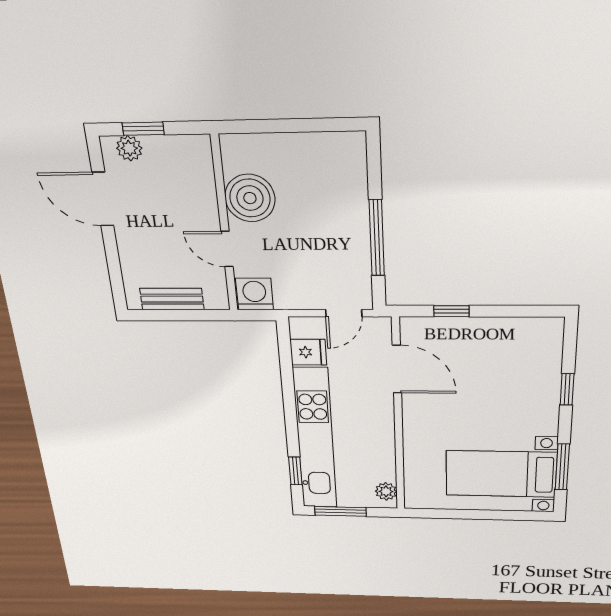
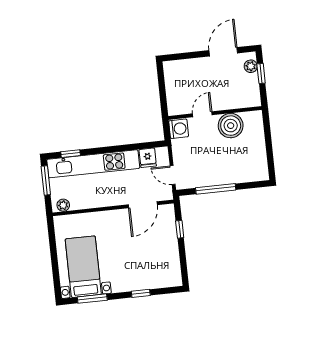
bench: (172, 299) -> (171, 85), removed

